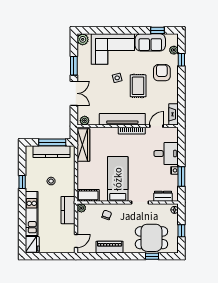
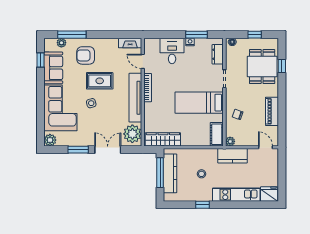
window: (181, 60) -> (72, 35), width x2.17
plant: (85, 121) -> (132, 134), width x1.87, depth x1.87

